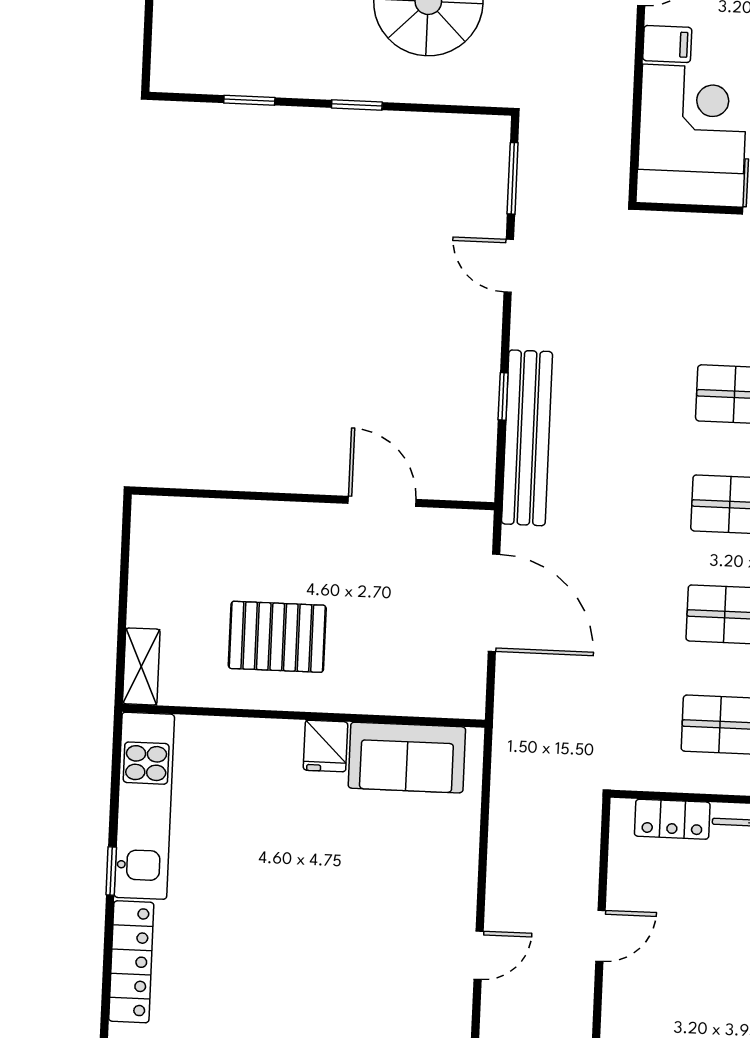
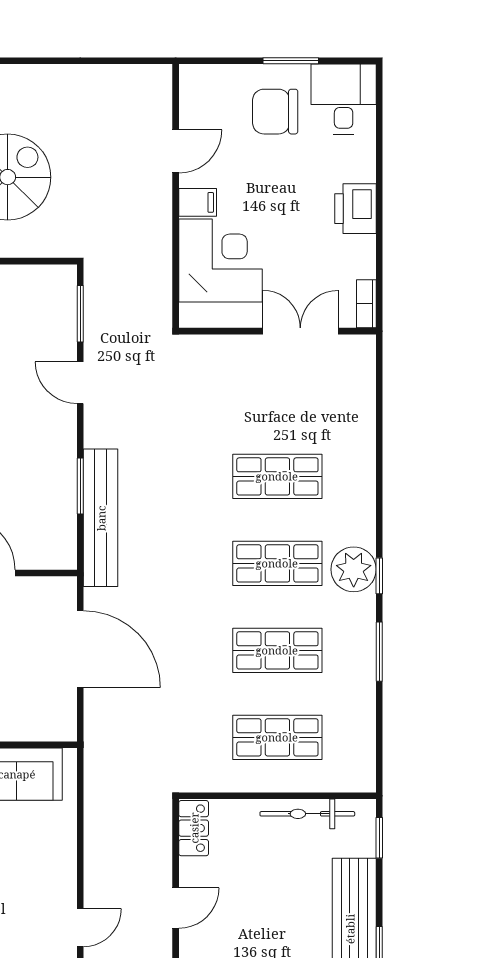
window: (503, 396) -> (80, 486), width x1.50
locker: (672, 819) -> (194, 828), moved, turned -90

